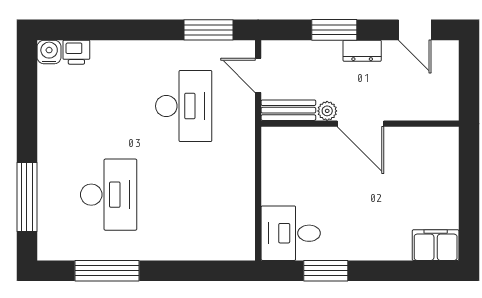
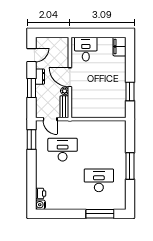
door: (258, 75) -> (50, 119), hinge flipped
door: (361, 124) -> (70, 77), swing flipped
desk: (291, 233) -> (86, 49), moved, turned 180
window: (107, 271) -> (130, 166), moved

